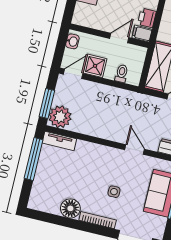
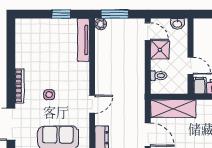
plant: (60, 117) -> (101, 24), width x0.53, depth x0.53
tv unit: (59, 141) -> (83, 40), width x1.41
window: (34, 159) -> (61, 14), width x0.46
floor lamp: (70, 208) -> (24, 59), removed

